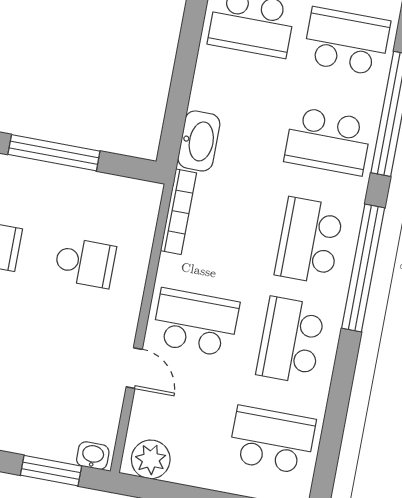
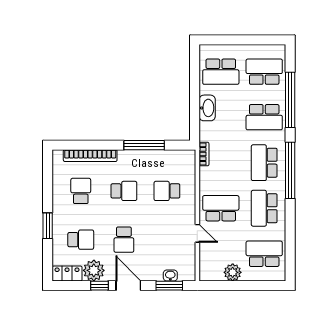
washbasin: (199, 141) -> (207, 108), moved
bookcase: (178, 212) -> (204, 154), width x0.64
school desk: (85, 263) -> (167, 191), turned 180
washbasin: (93, 456) -> (170, 275), moved
plant: (151, 459) -> (233, 272), moved

